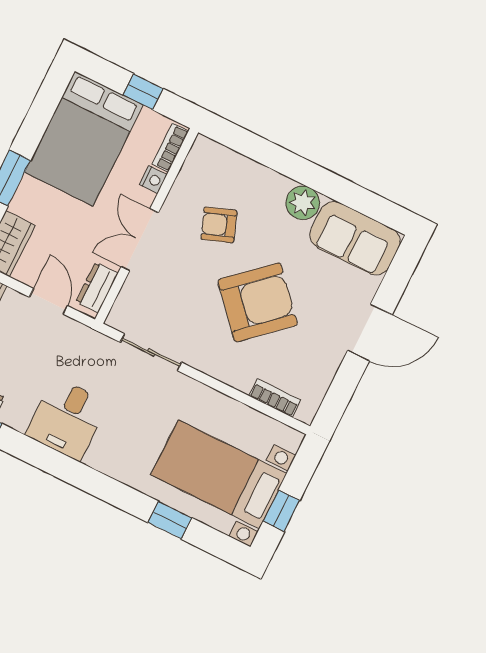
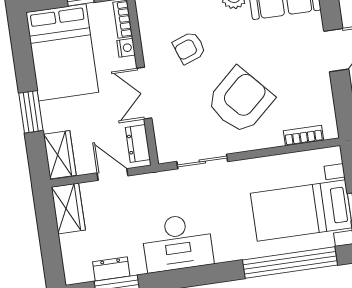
armchair: (258, 302) -> (240, 100), moved
desk: (67, 419) -> (177, 243), width x1.37
window: (170, 520) -> (290, 263), width x3.17

